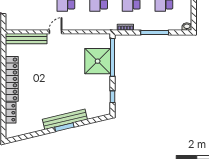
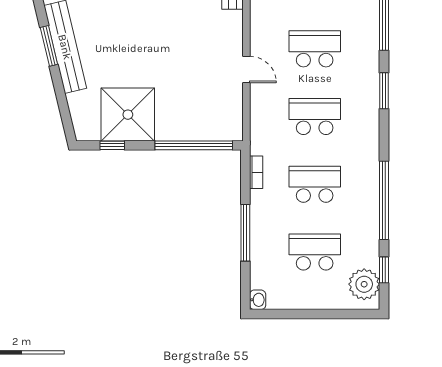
door: (56, 32) -> (246, 69), moved
shower: (98, 61) -> (128, 115), moved

